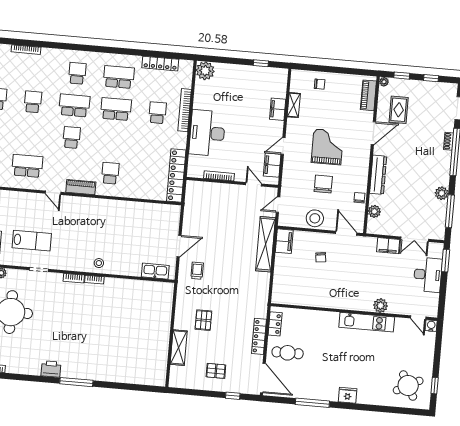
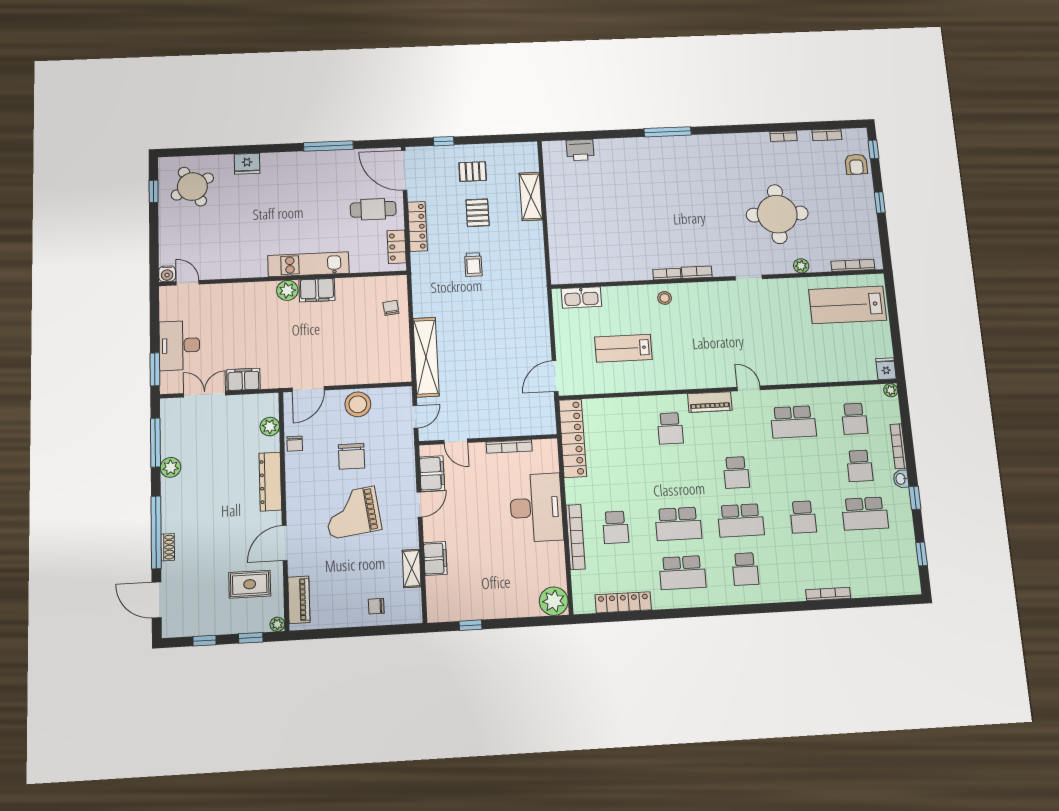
rug: (399, 110) -> (250, 584), turned 90
grand piano: (327, 147) -> (352, 513), turned 82
door: (346, 233) -> (308, 389), hinge flipped
lab bench: (32, 241) -> (623, 348), moved
filing cabinet: (284, 241) -> (317, 290), moved, turned -90
door: (179, 246) -> (555, 376), moved
chair: (321, 257) -> (391, 308), moved
trolley: (197, 271) -> (473, 265), moved
plant: (380, 306) -> (287, 290), moved
pallet: (203, 320) -> (478, 213), moved
kitchen unit: (367, 322) -> (308, 264), moved
printer: (51, 369) -> (580, 150), moved
fridge: (348, 395) -> (247, 164), moved

